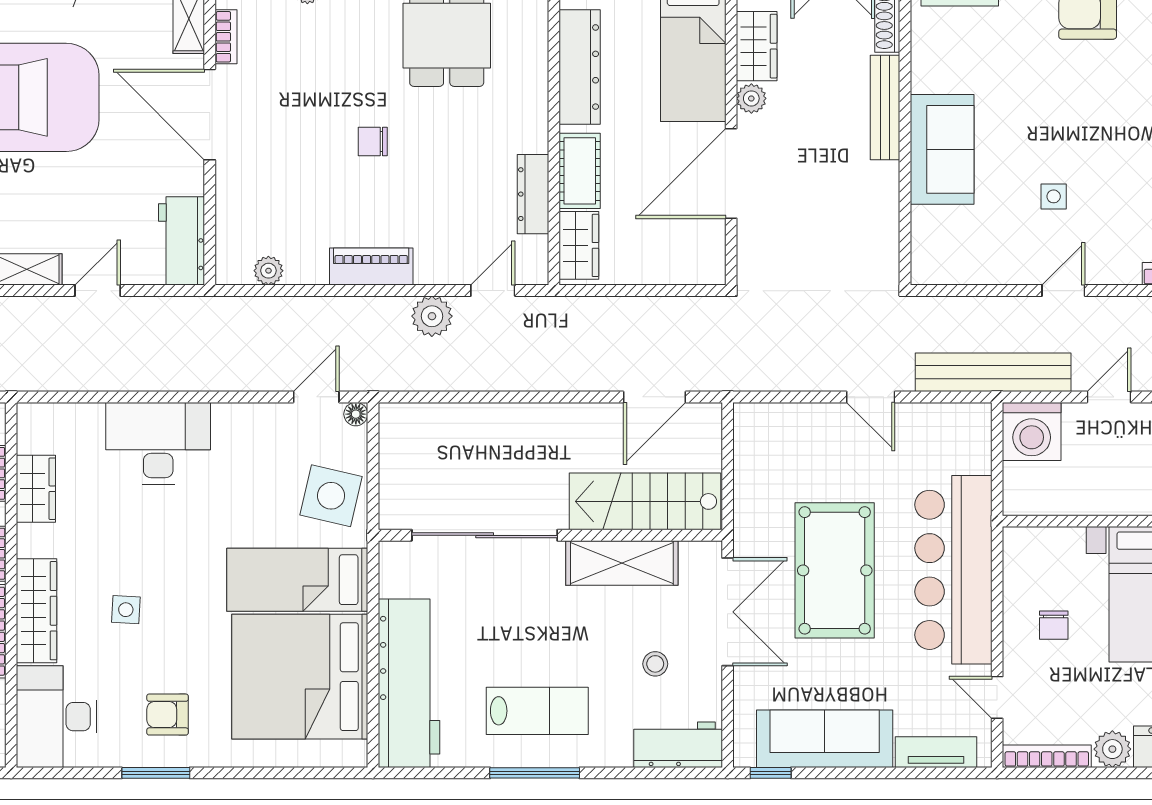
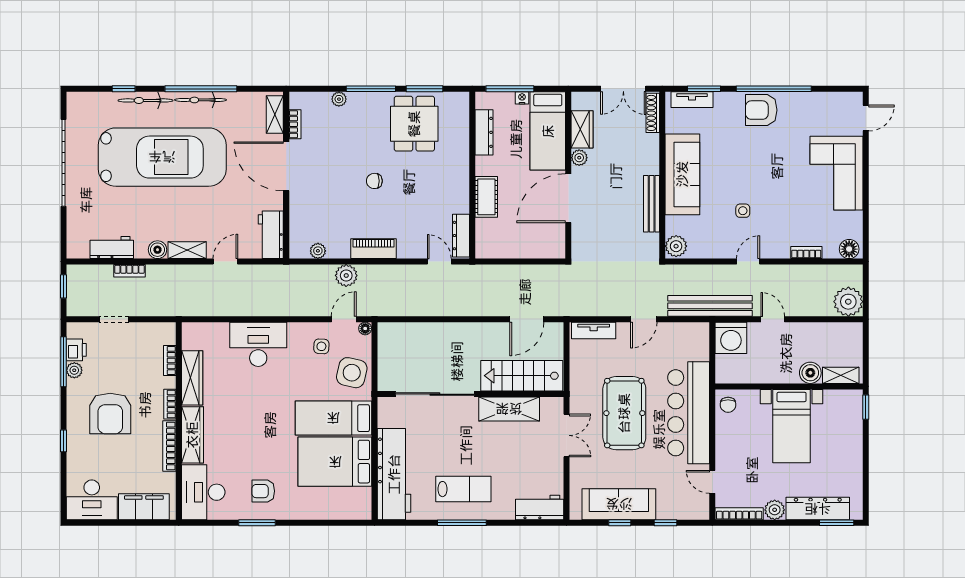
dresser: (580, 67) -> (484, 132), width x0.73, depth x0.80
bench: (885, 108) -> (652, 204), moved
sofa: (942, 149) -> (682, 174), width x1.36
dresser: (533, 194) -> (461, 236), moved
wardrobe: (579, 245) -> (486, 237), removed
plant: (930, 262) -> (676, 246), added
door: (493, 291) -> (439, 262), hinge flipped
plant: (432, 316) -> (346, 275), moved
door: (871, 397) -> (644, 319), hinge flipped
door: (1109, 397) -> (773, 319), hinge flipped
wardrobe: (36, 489) -> (192, 378), width x1.50
side table: (126, 610) -> (321, 346), moved
double door: (728, 612) -> (566, 435), width x0.73
chair: (1054, 625) -> (728, 405), moved
stool: (655, 664) -> (527, 464), removed
bed: (300, 677) -> (335, 462), width x0.73
tv unit: (936, 752) -> (594, 330), moved, turned 180
window: (771, 773) -> (620, 523), moved
window: (911, 773) -> (665, 523), added

